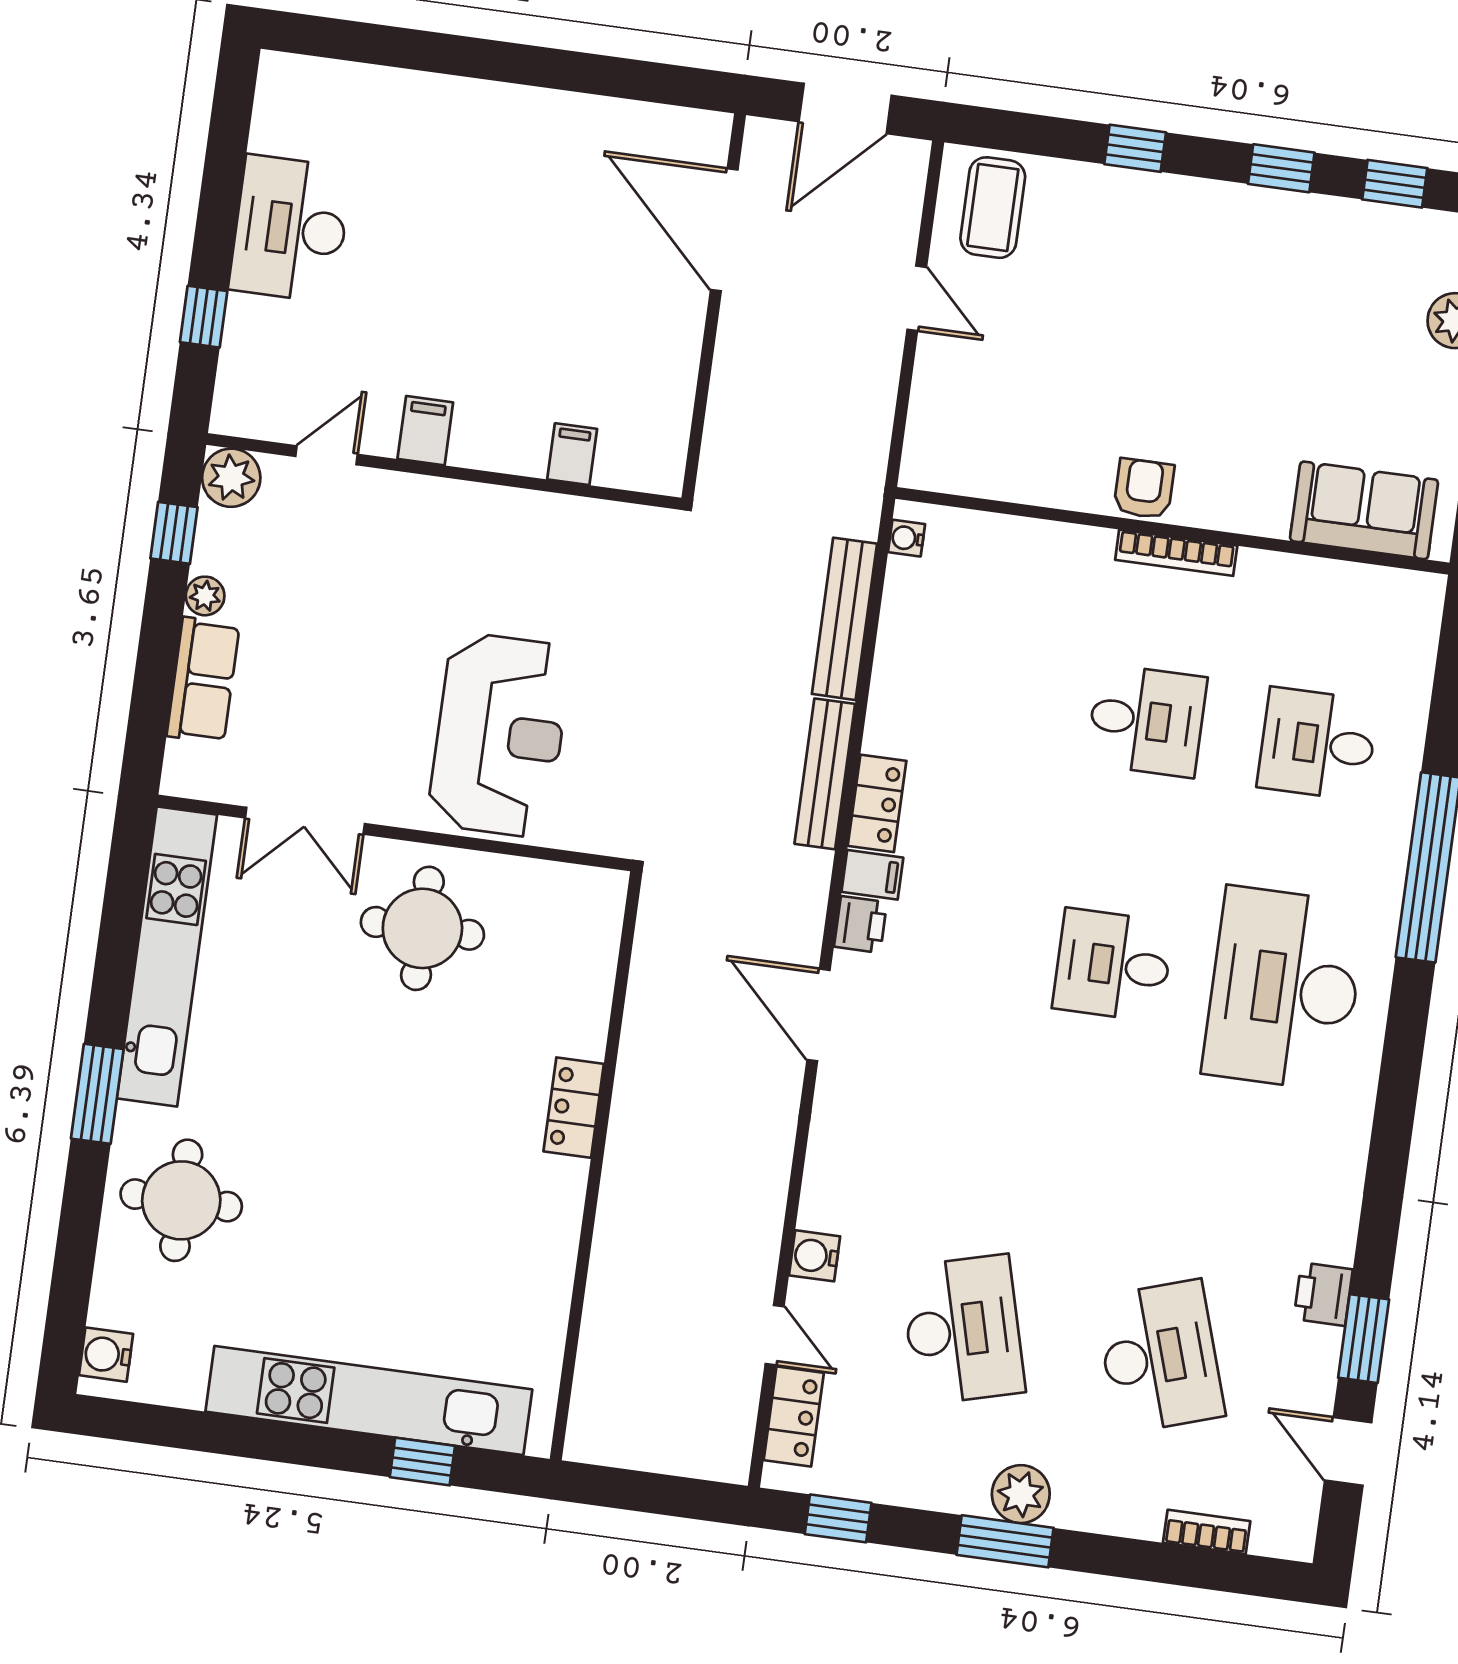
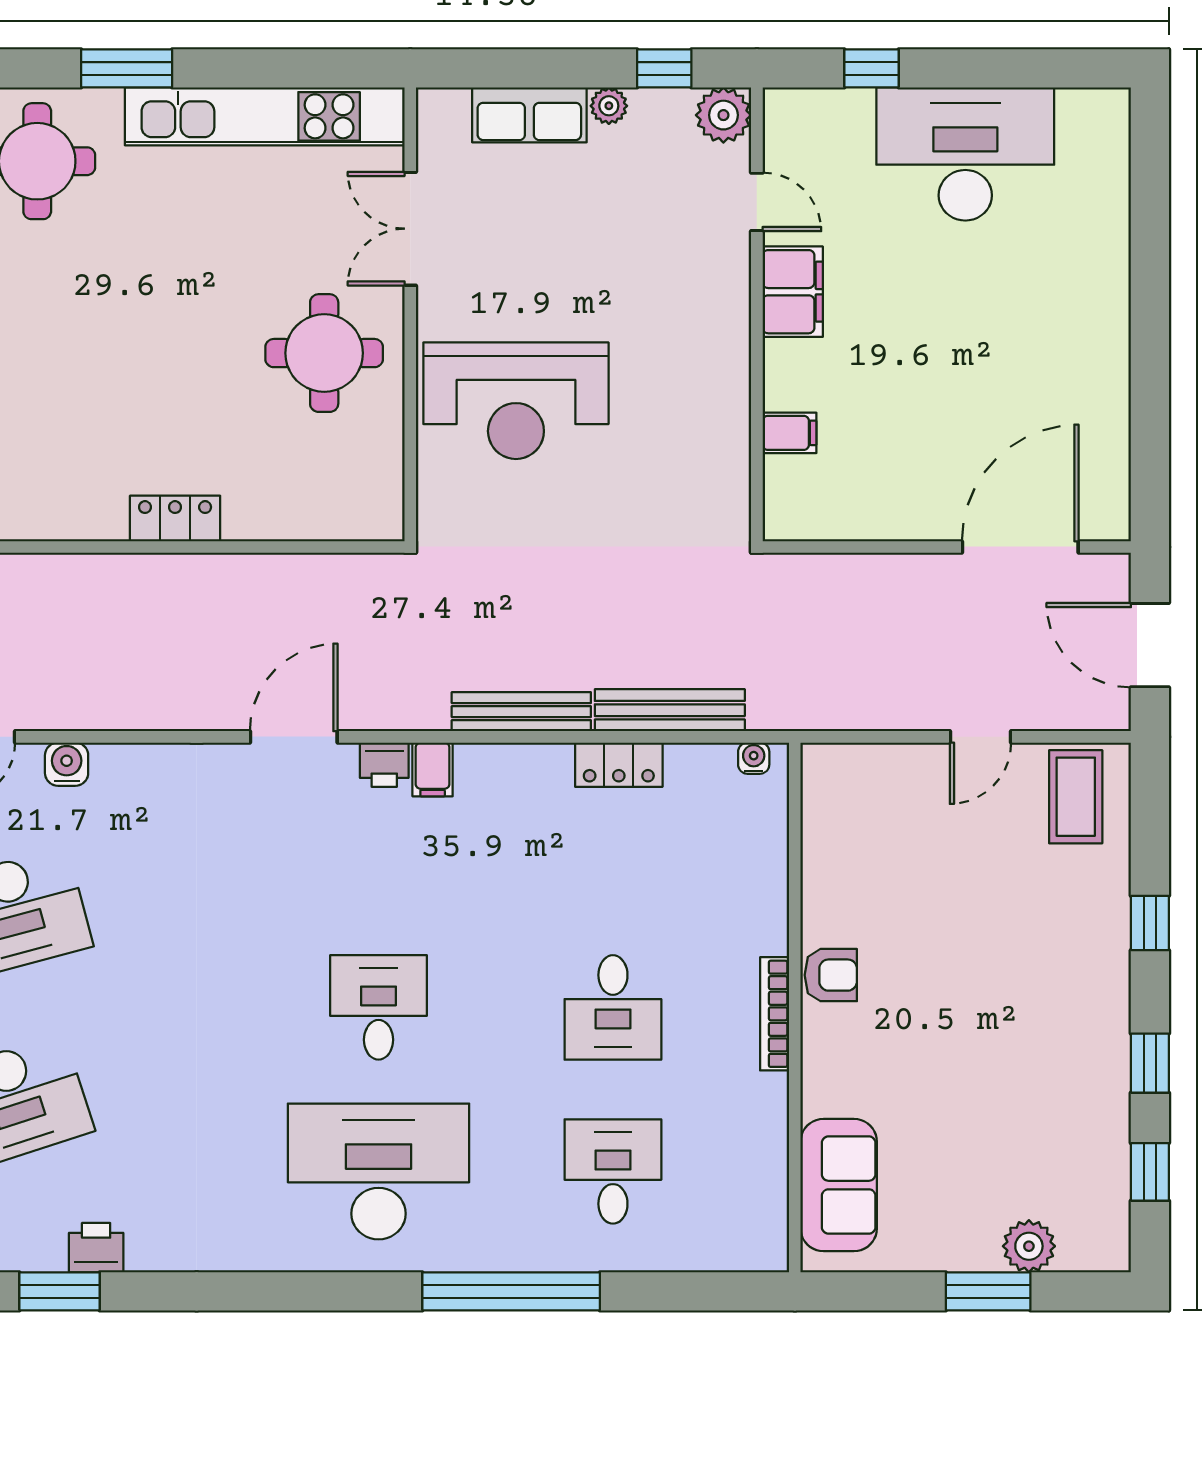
coffee table: (993, 208) -> (1076, 797), turned 90
desk: (290, 229) -> (965, 154), width x1.36, depth x1.30
filing cabinet: (425, 431) -> (793, 292), width x2.00
locker: (877, 803) -> (619, 765), moved

